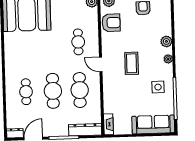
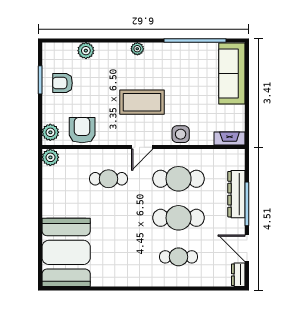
plant: (166, 41) -> (86, 51), moved
coffee table: (132, 63) -> (142, 102), width x1.36, depth x1.32
side table: (158, 87) -> (181, 134), moved
dresser: (85, 130) -> (236, 194), moved

